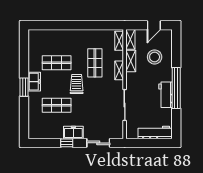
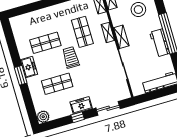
shelving: (131, 61) -> (121, 37), moved
plant: (34, 133) -> (43, 117), added

